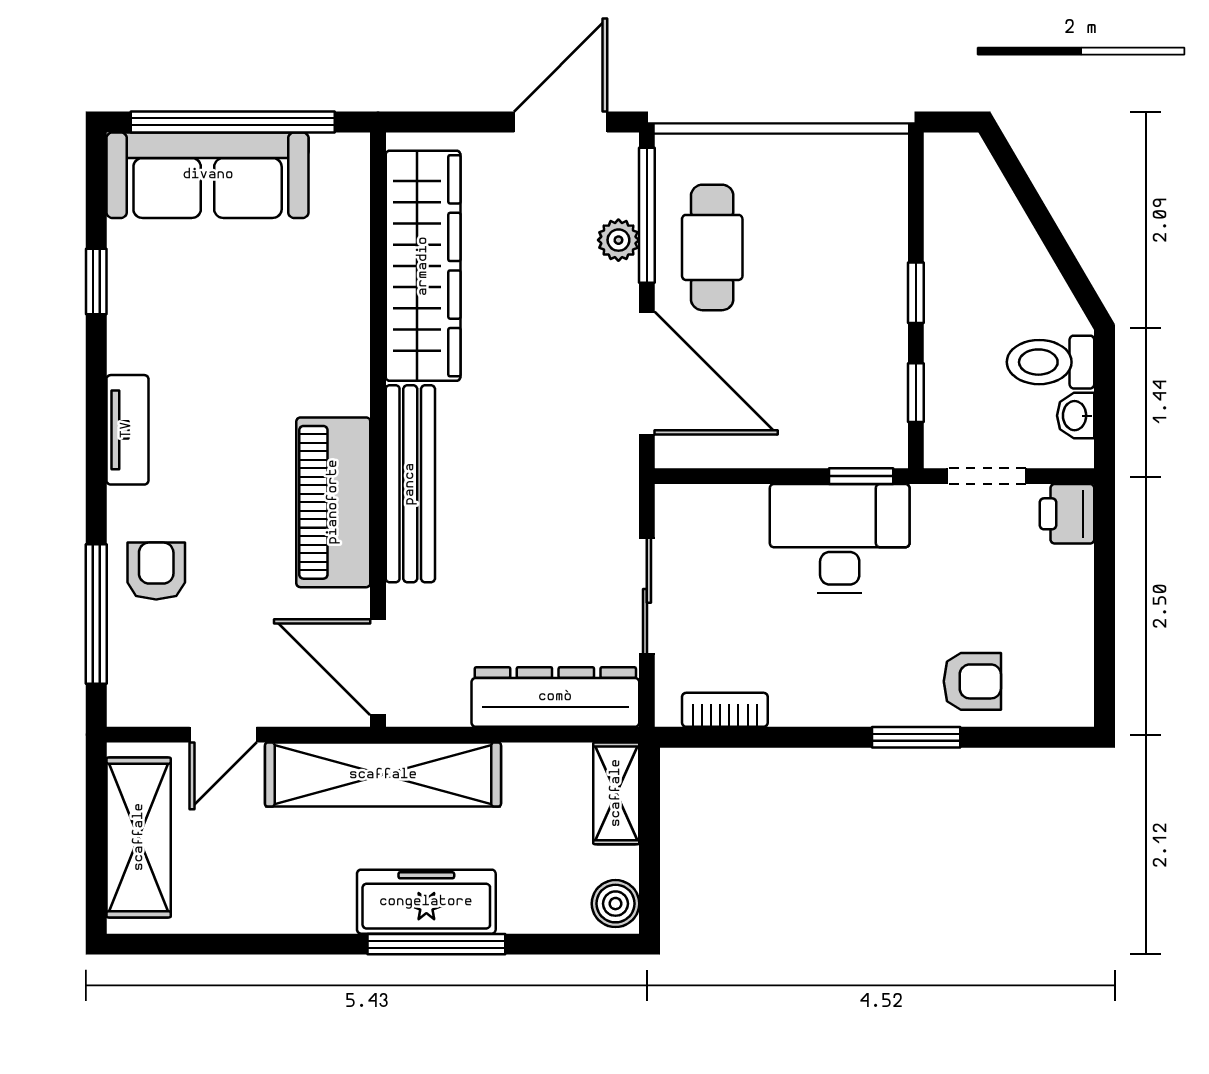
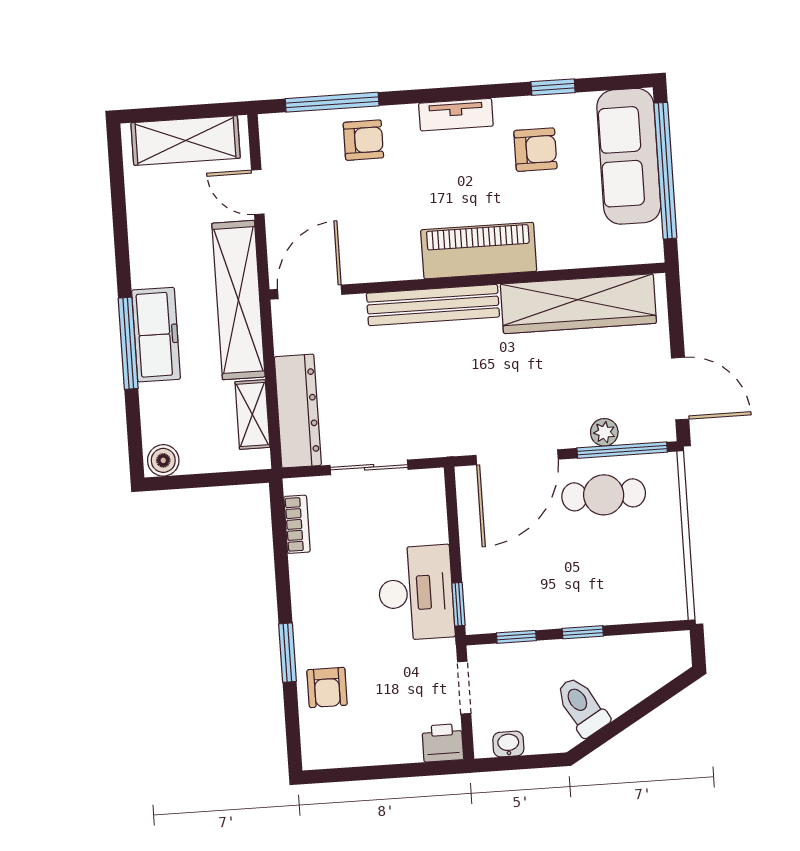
armchair: (188, 314) -> (535, 150), added
toilet: (1051, 362) -> (582, 707), moved, turned -30
piano: (333, 502) -> (479, 251), moved
shelving: (616, 793) -> (252, 415), moved, turned 90

